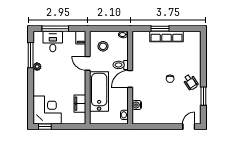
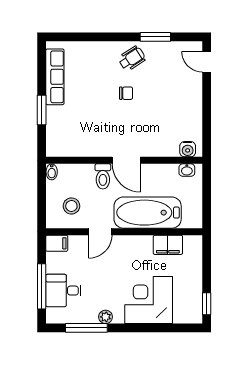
row of seats: (167, 36) -> (55, 77), moved
water cooler: (137, 105) -> (188, 149), moved
corner desk: (47, 110) -> (149, 300), moved

